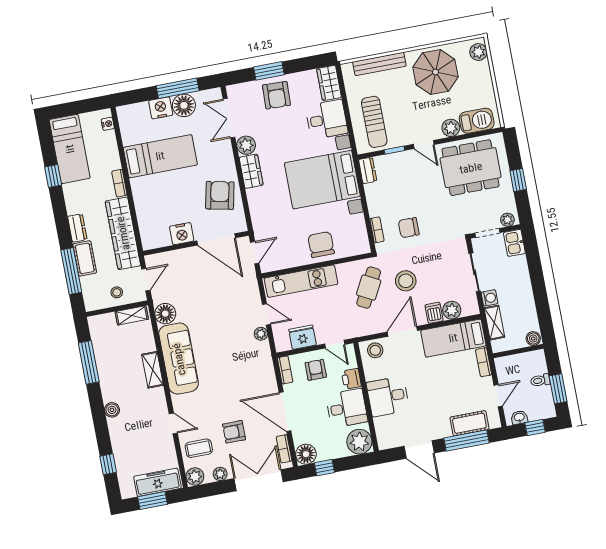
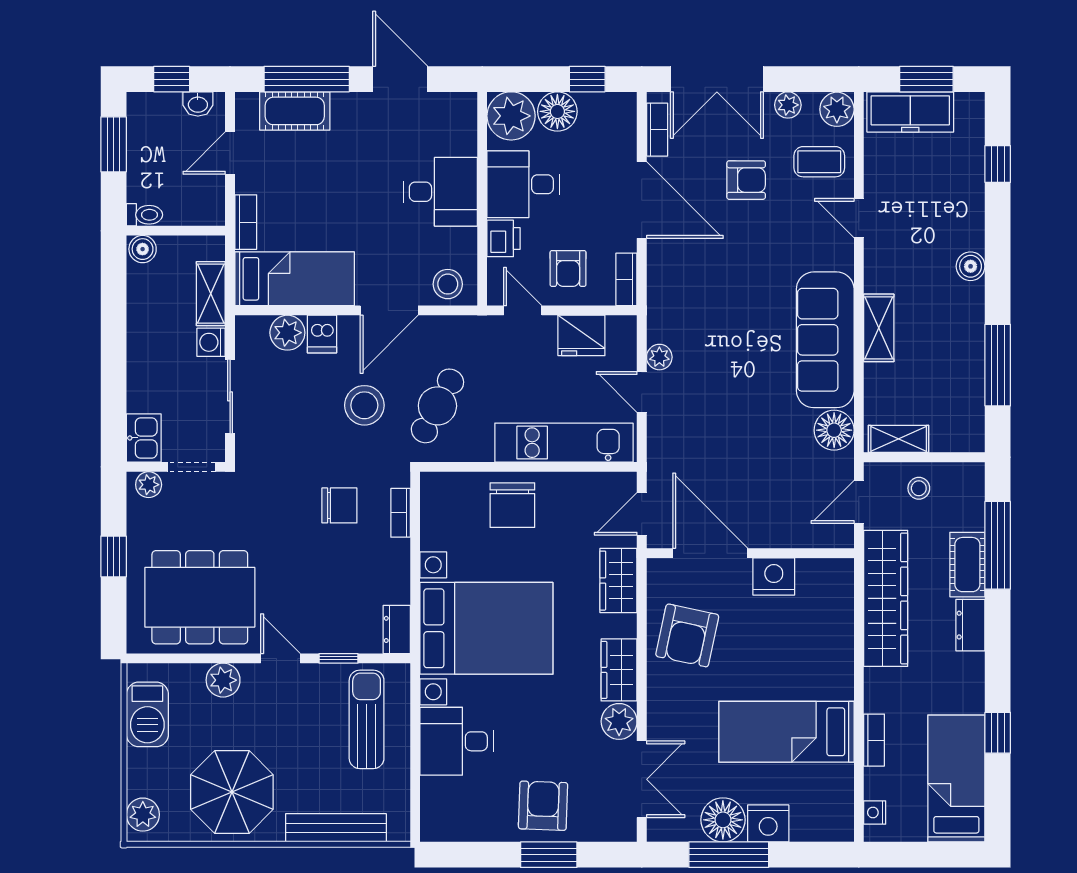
wardrobe: (329, 83) -> (618, 581), moved, turned 180
barbecue: (477, 121) -> (147, 714), moved, turned -90
bookcase: (119, 183) -> (874, 740), moved
toilet: (540, 380) -> (144, 215), moved
floor lamp: (306, 454) -> (557, 111), moved

